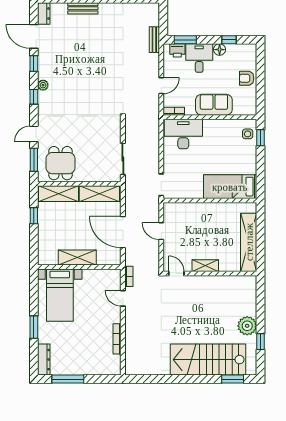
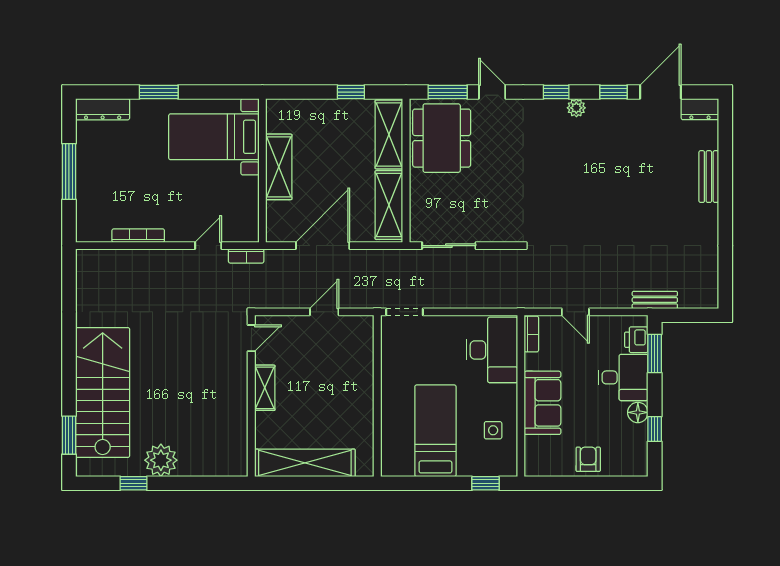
side table: (248, 134) -> (493, 430), moved
dining table: (61, 163) -> (442, 138), width x1.38
bed: (230, 187) -> (435, 431), moved
window: (68, 379) -> (69, 171), moved

